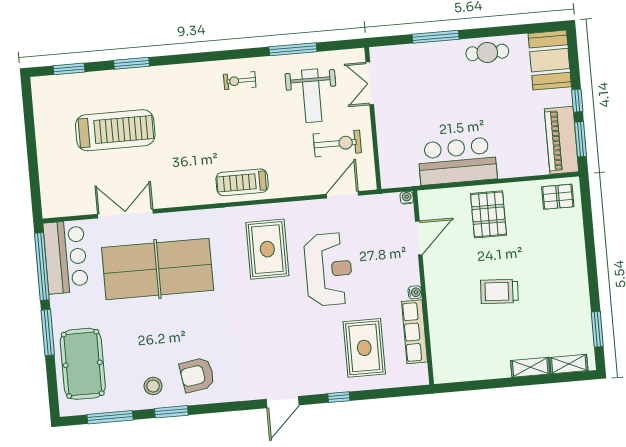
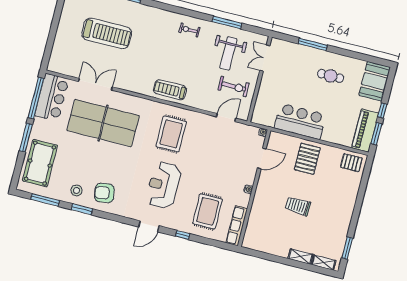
cafe table: (487, 52) -> (331, 76), moved
reception desk: (329, 269) -> (163, 185), moved, turned 180
row of seats: (415, 332) -> (237, 226), moved

